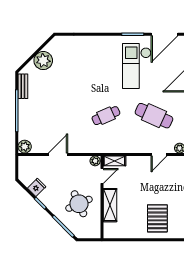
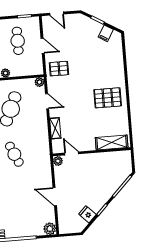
shelving: (114, 161) -> (55, 128), moved
round table: (79, 204) -> (100, 173), removed
shelving: (110, 205) -> (112, 143), moved

